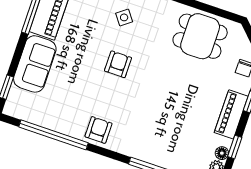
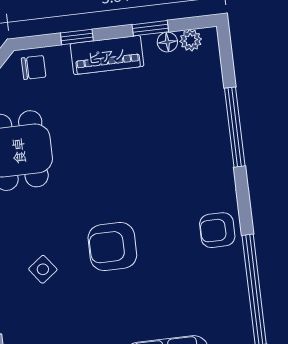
armchair: (118, 64) -> (112, 247), width x1.38, depth x1.38

